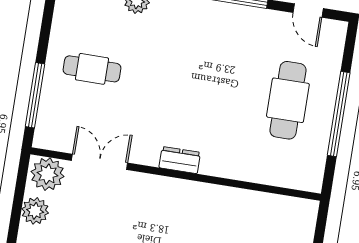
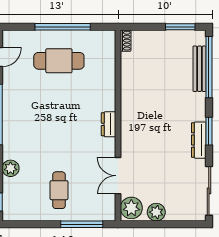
shoe rack: (302, 206) -> (126, 41), added

